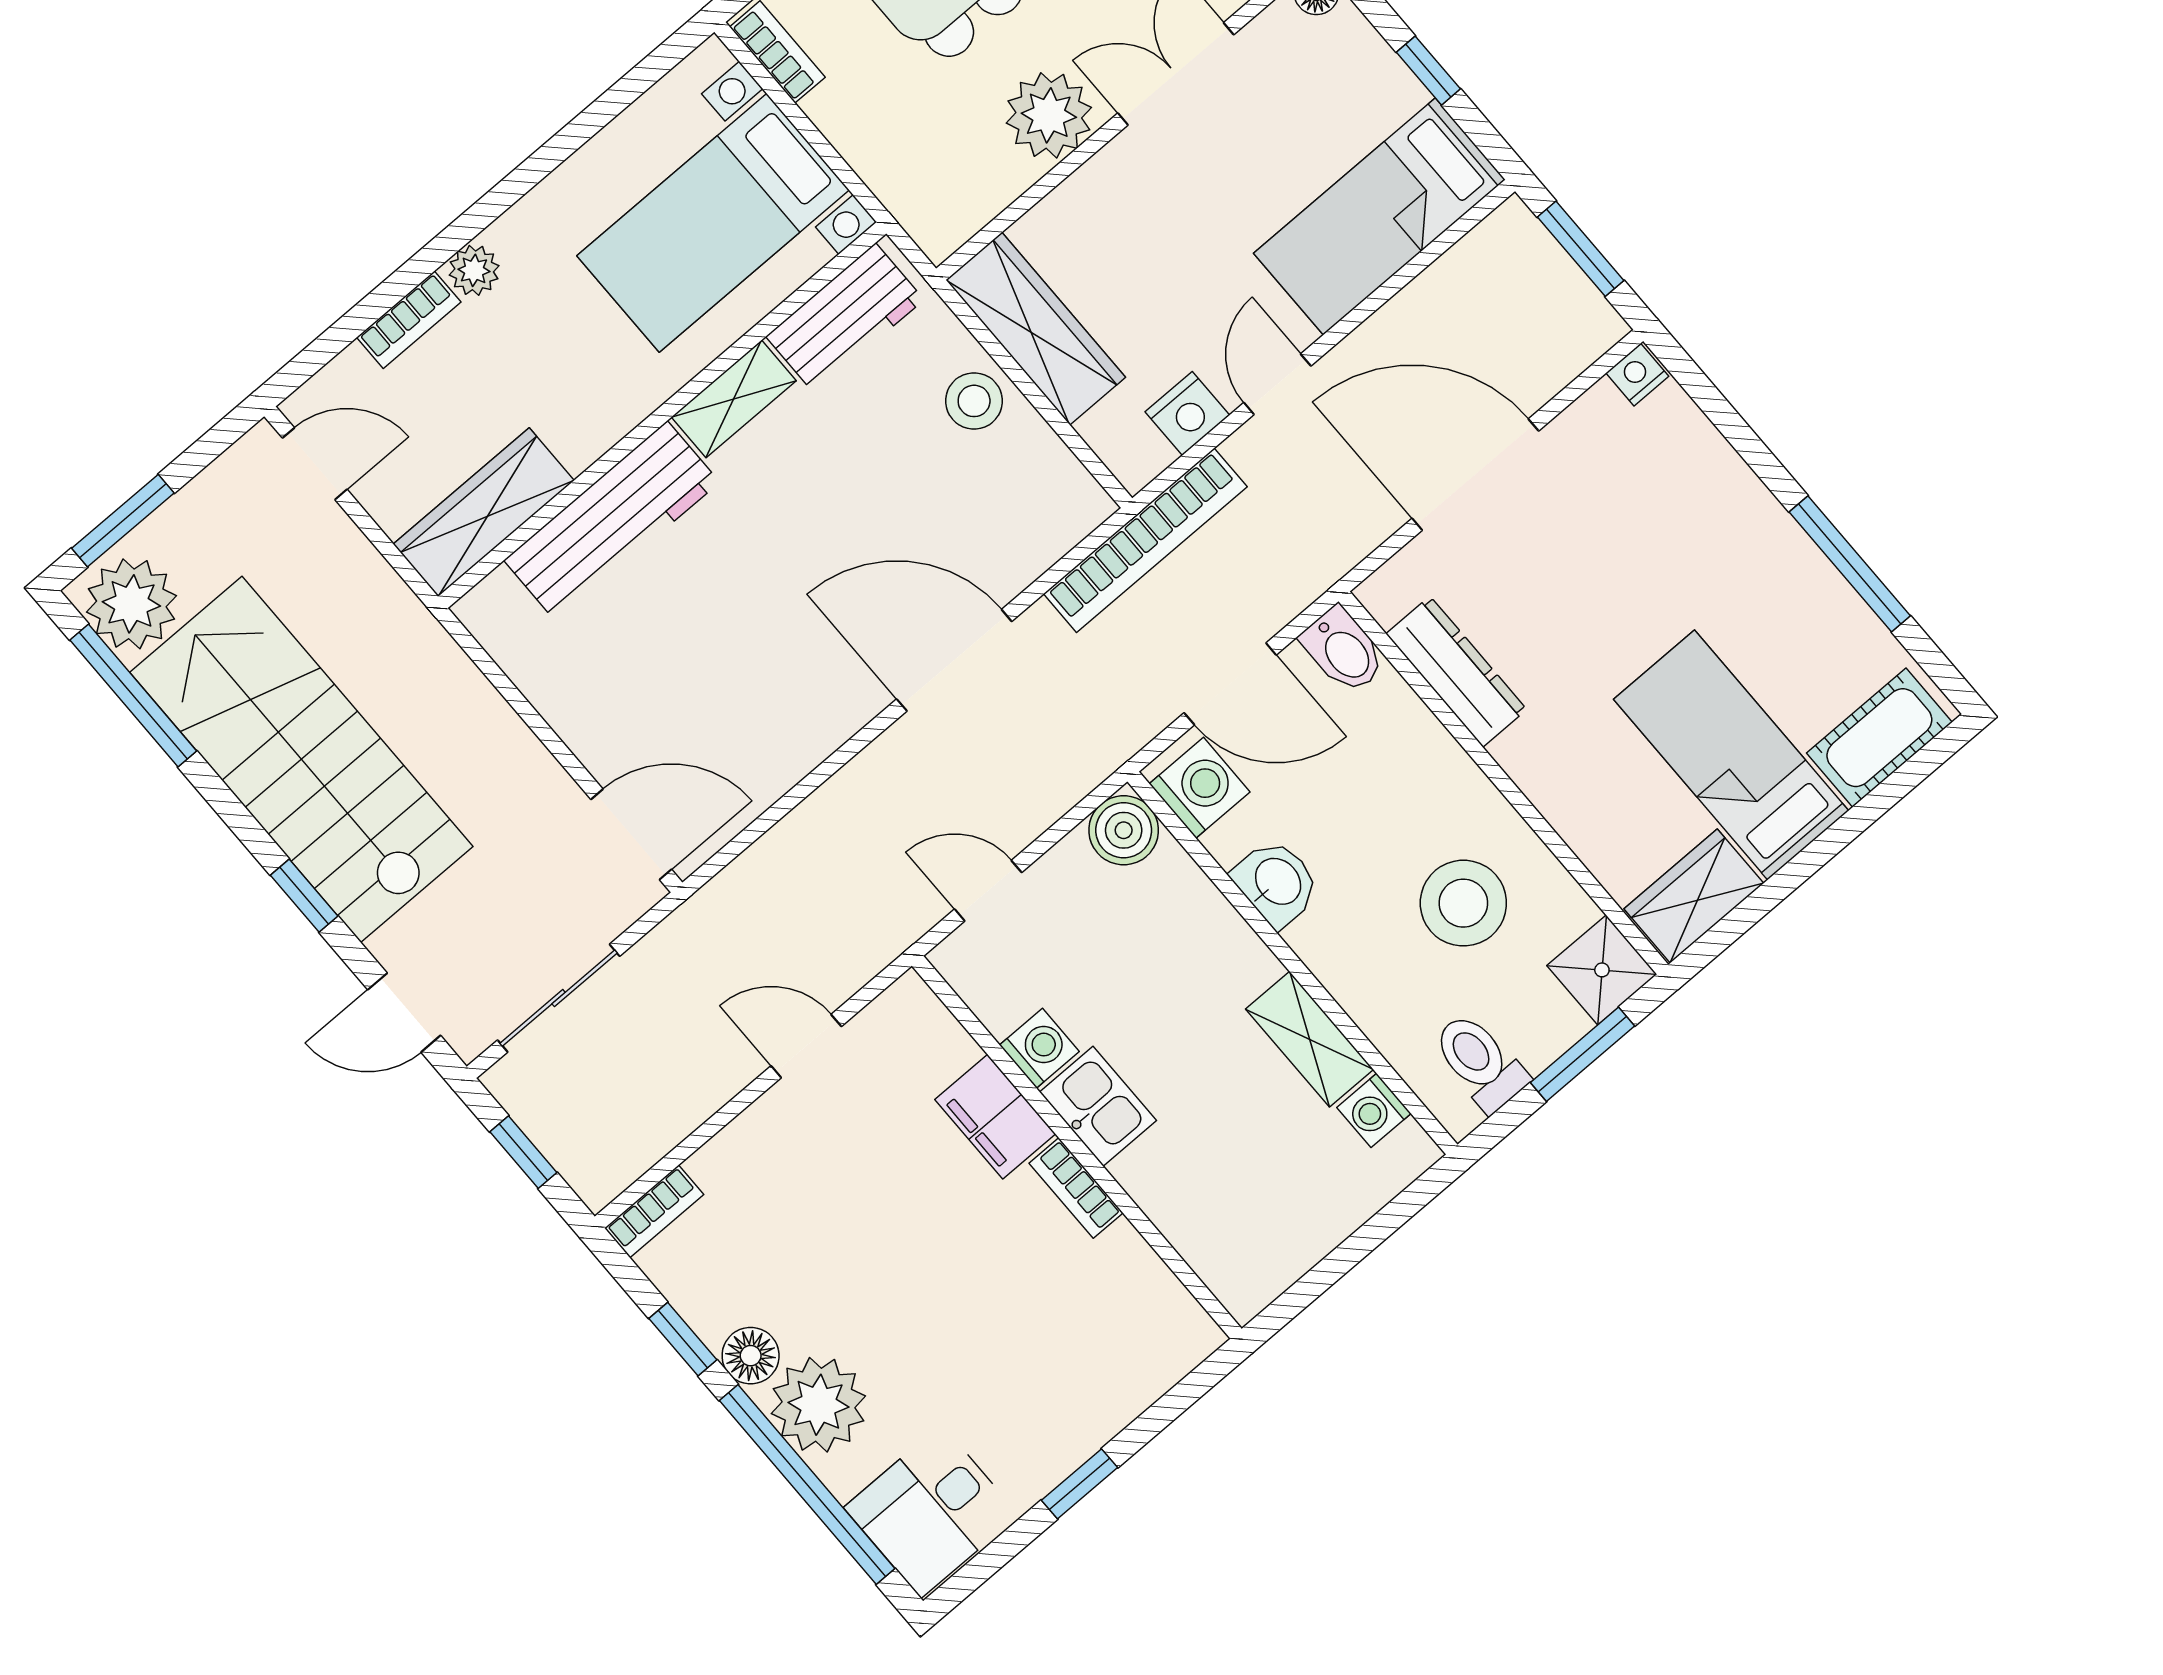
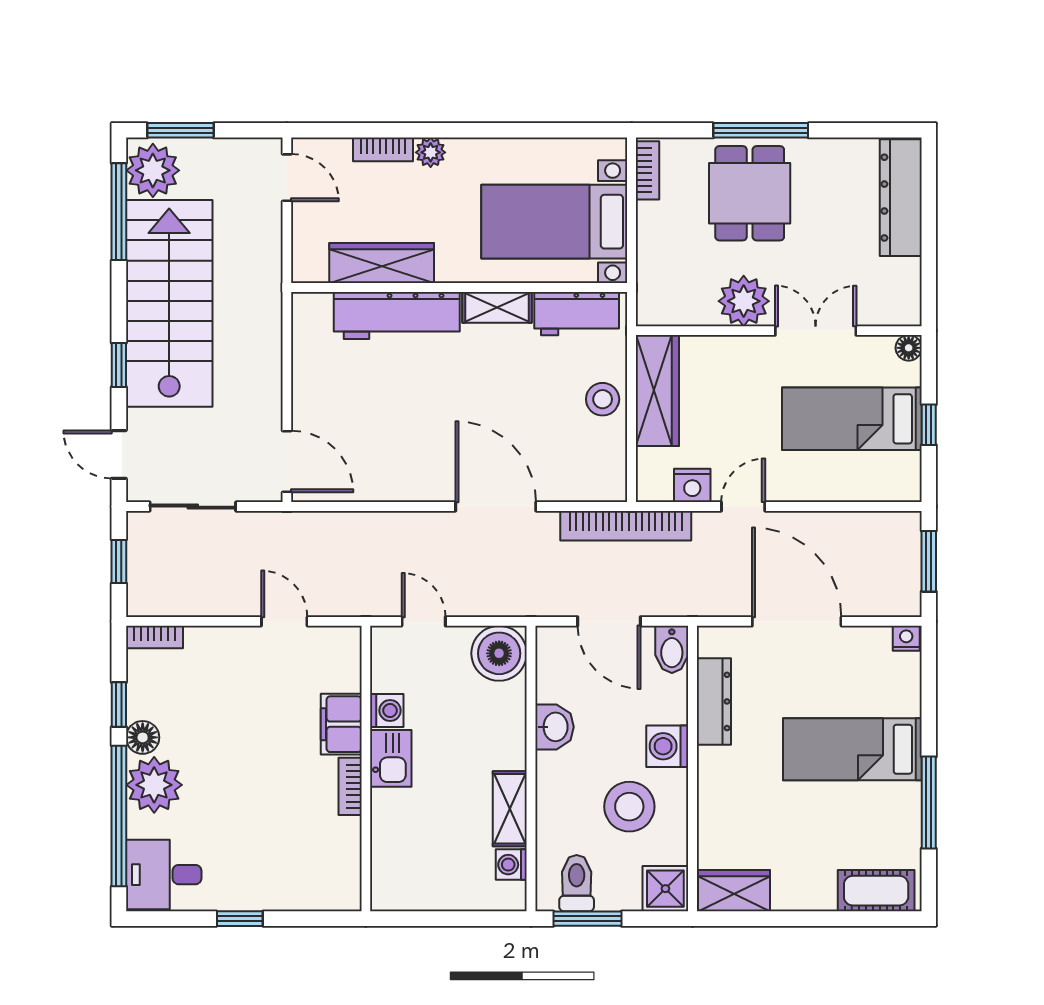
bed: (1379, 216) -> (852, 419), moved
wardrobe: (484, 512) -> (382, 263), moved
bed: (1731, 755) -> (852, 749), moved, turned -90
washing machine: (1200, 788) -> (667, 746), moved, turned 180
boiler: (1124, 830) -> (499, 653), width x1.37, depth x1.37
window: (1583, 1054) -> (588, 919), moved

